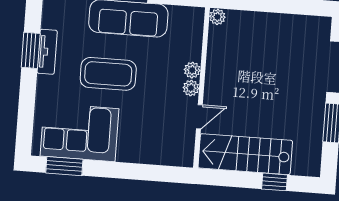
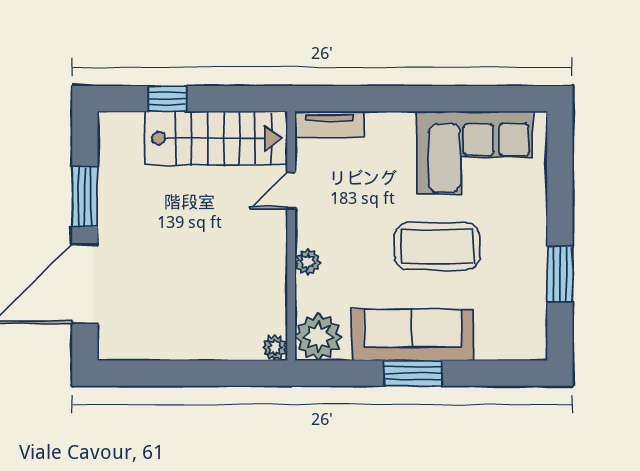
tv unit: (47, 52) -> (329, 124), moved, turned -90
plant: (191, 88) -> (319, 337), moved, width x1.88, depth x1.88
window: (64, 166) -> (494, 99), removed

